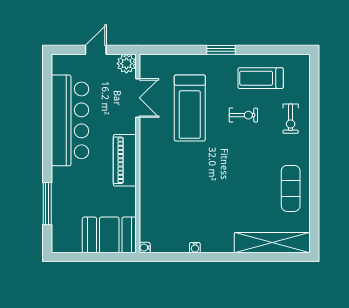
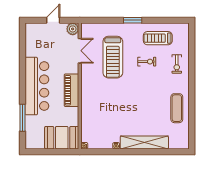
bar counter: (70, 120) -> (37, 86), moved
shelving: (272, 243) -> (144, 143), moved

